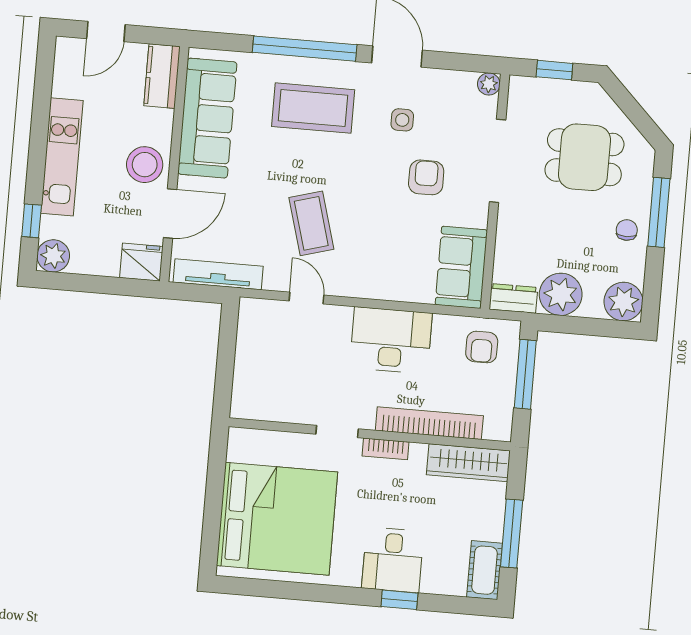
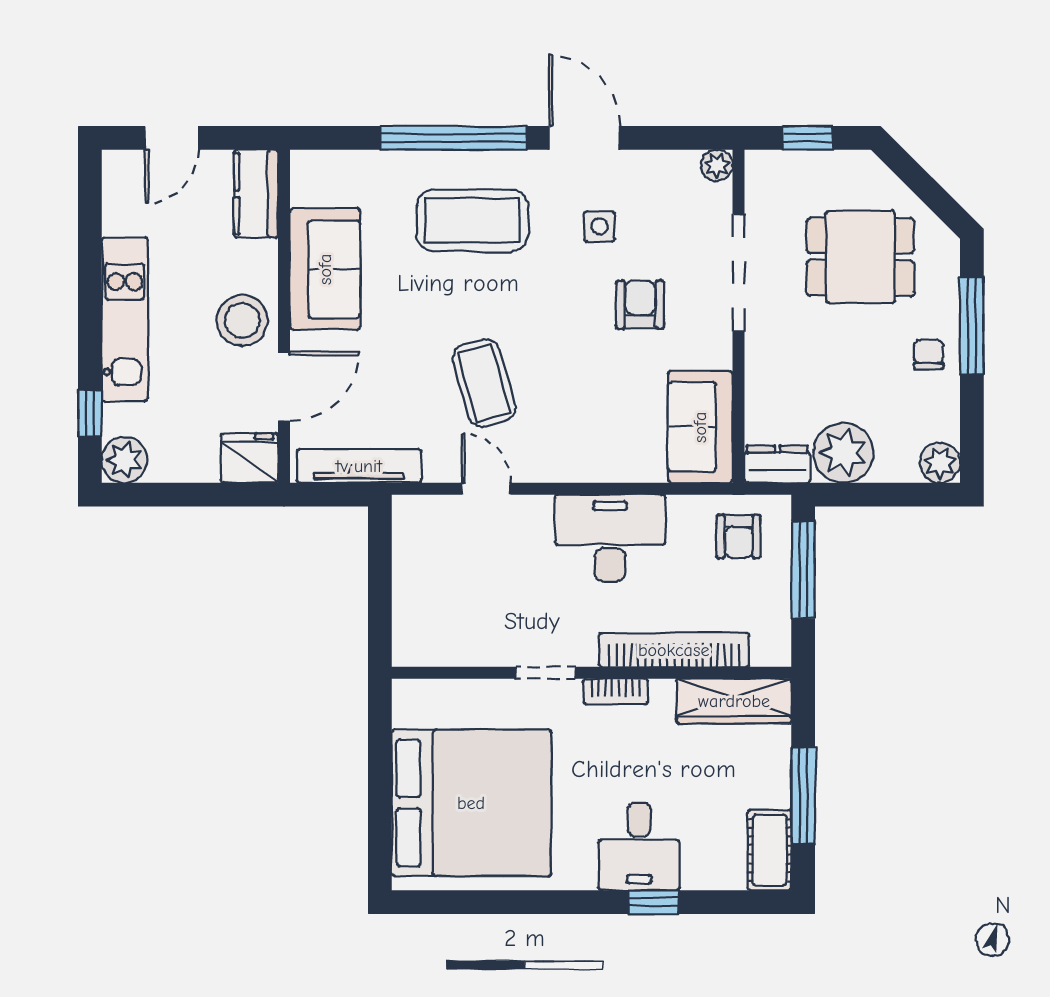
sofa: (207, 118) -> (325, 269), width x0.73
plant: (623, 302) -> (940, 463), width x0.73, depth x0.73

